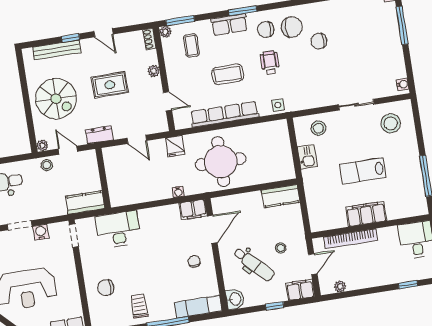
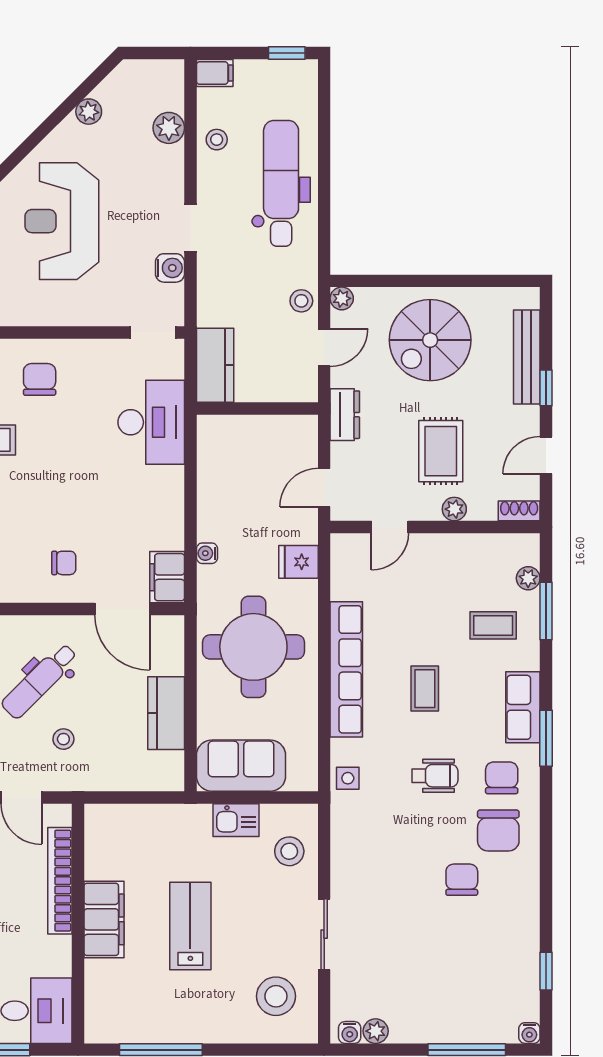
shoe rack: (149, 39) -> (519, 511), moved
plant: (154, 71) -> (454, 509), moved
plant: (400, 72) -> (376, 1031), added
coffee table: (228, 74) -> (425, 689), width x0.73, depth x0.77
wall: (164, 79) -> (435, 527), moved
door: (167, 101) -> (390, 527), moved
sofa: (280, 159) -> (241, 766), added
kitchen counter: (281, 196) -> (166, 713), moved

